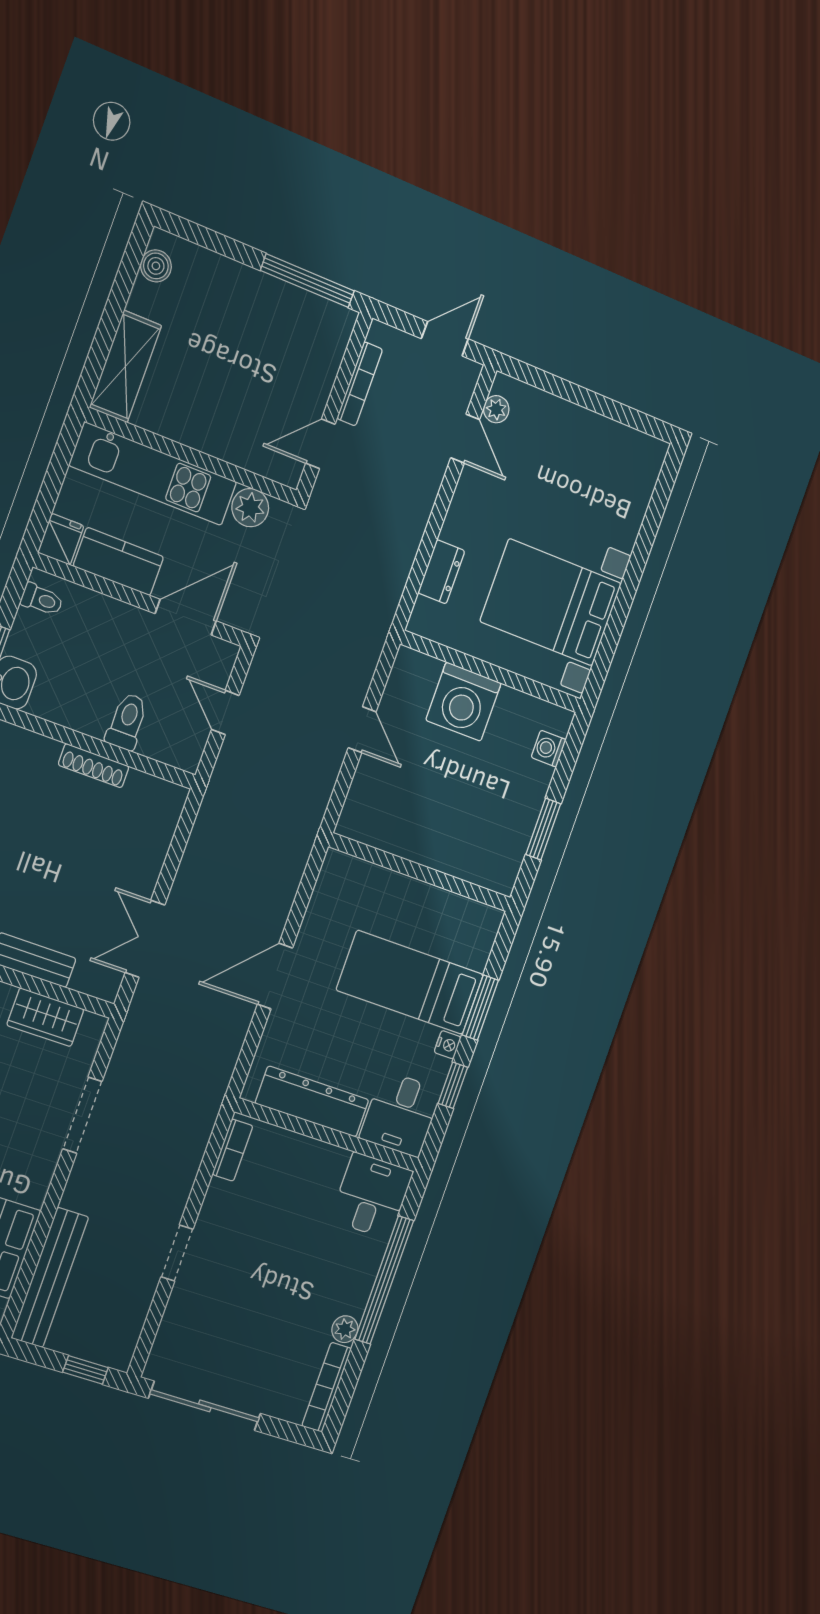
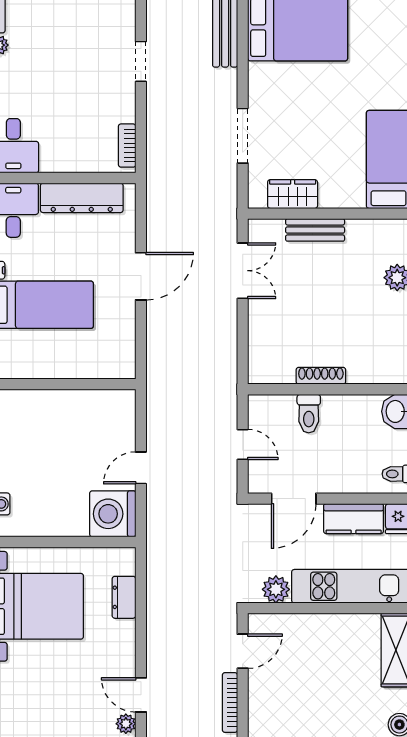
washing machine: (463, 702) -> (113, 514), moved, turned -90
door: (362, 730) -> (141, 468), hinge flipped

